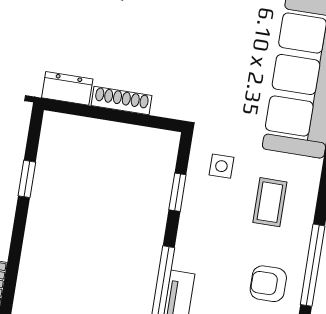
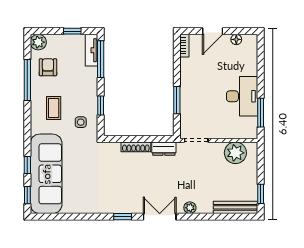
window: (27, 179) -> (177, 100), width x1.50
armchair: (268, 284) -> (48, 67), turned -90

